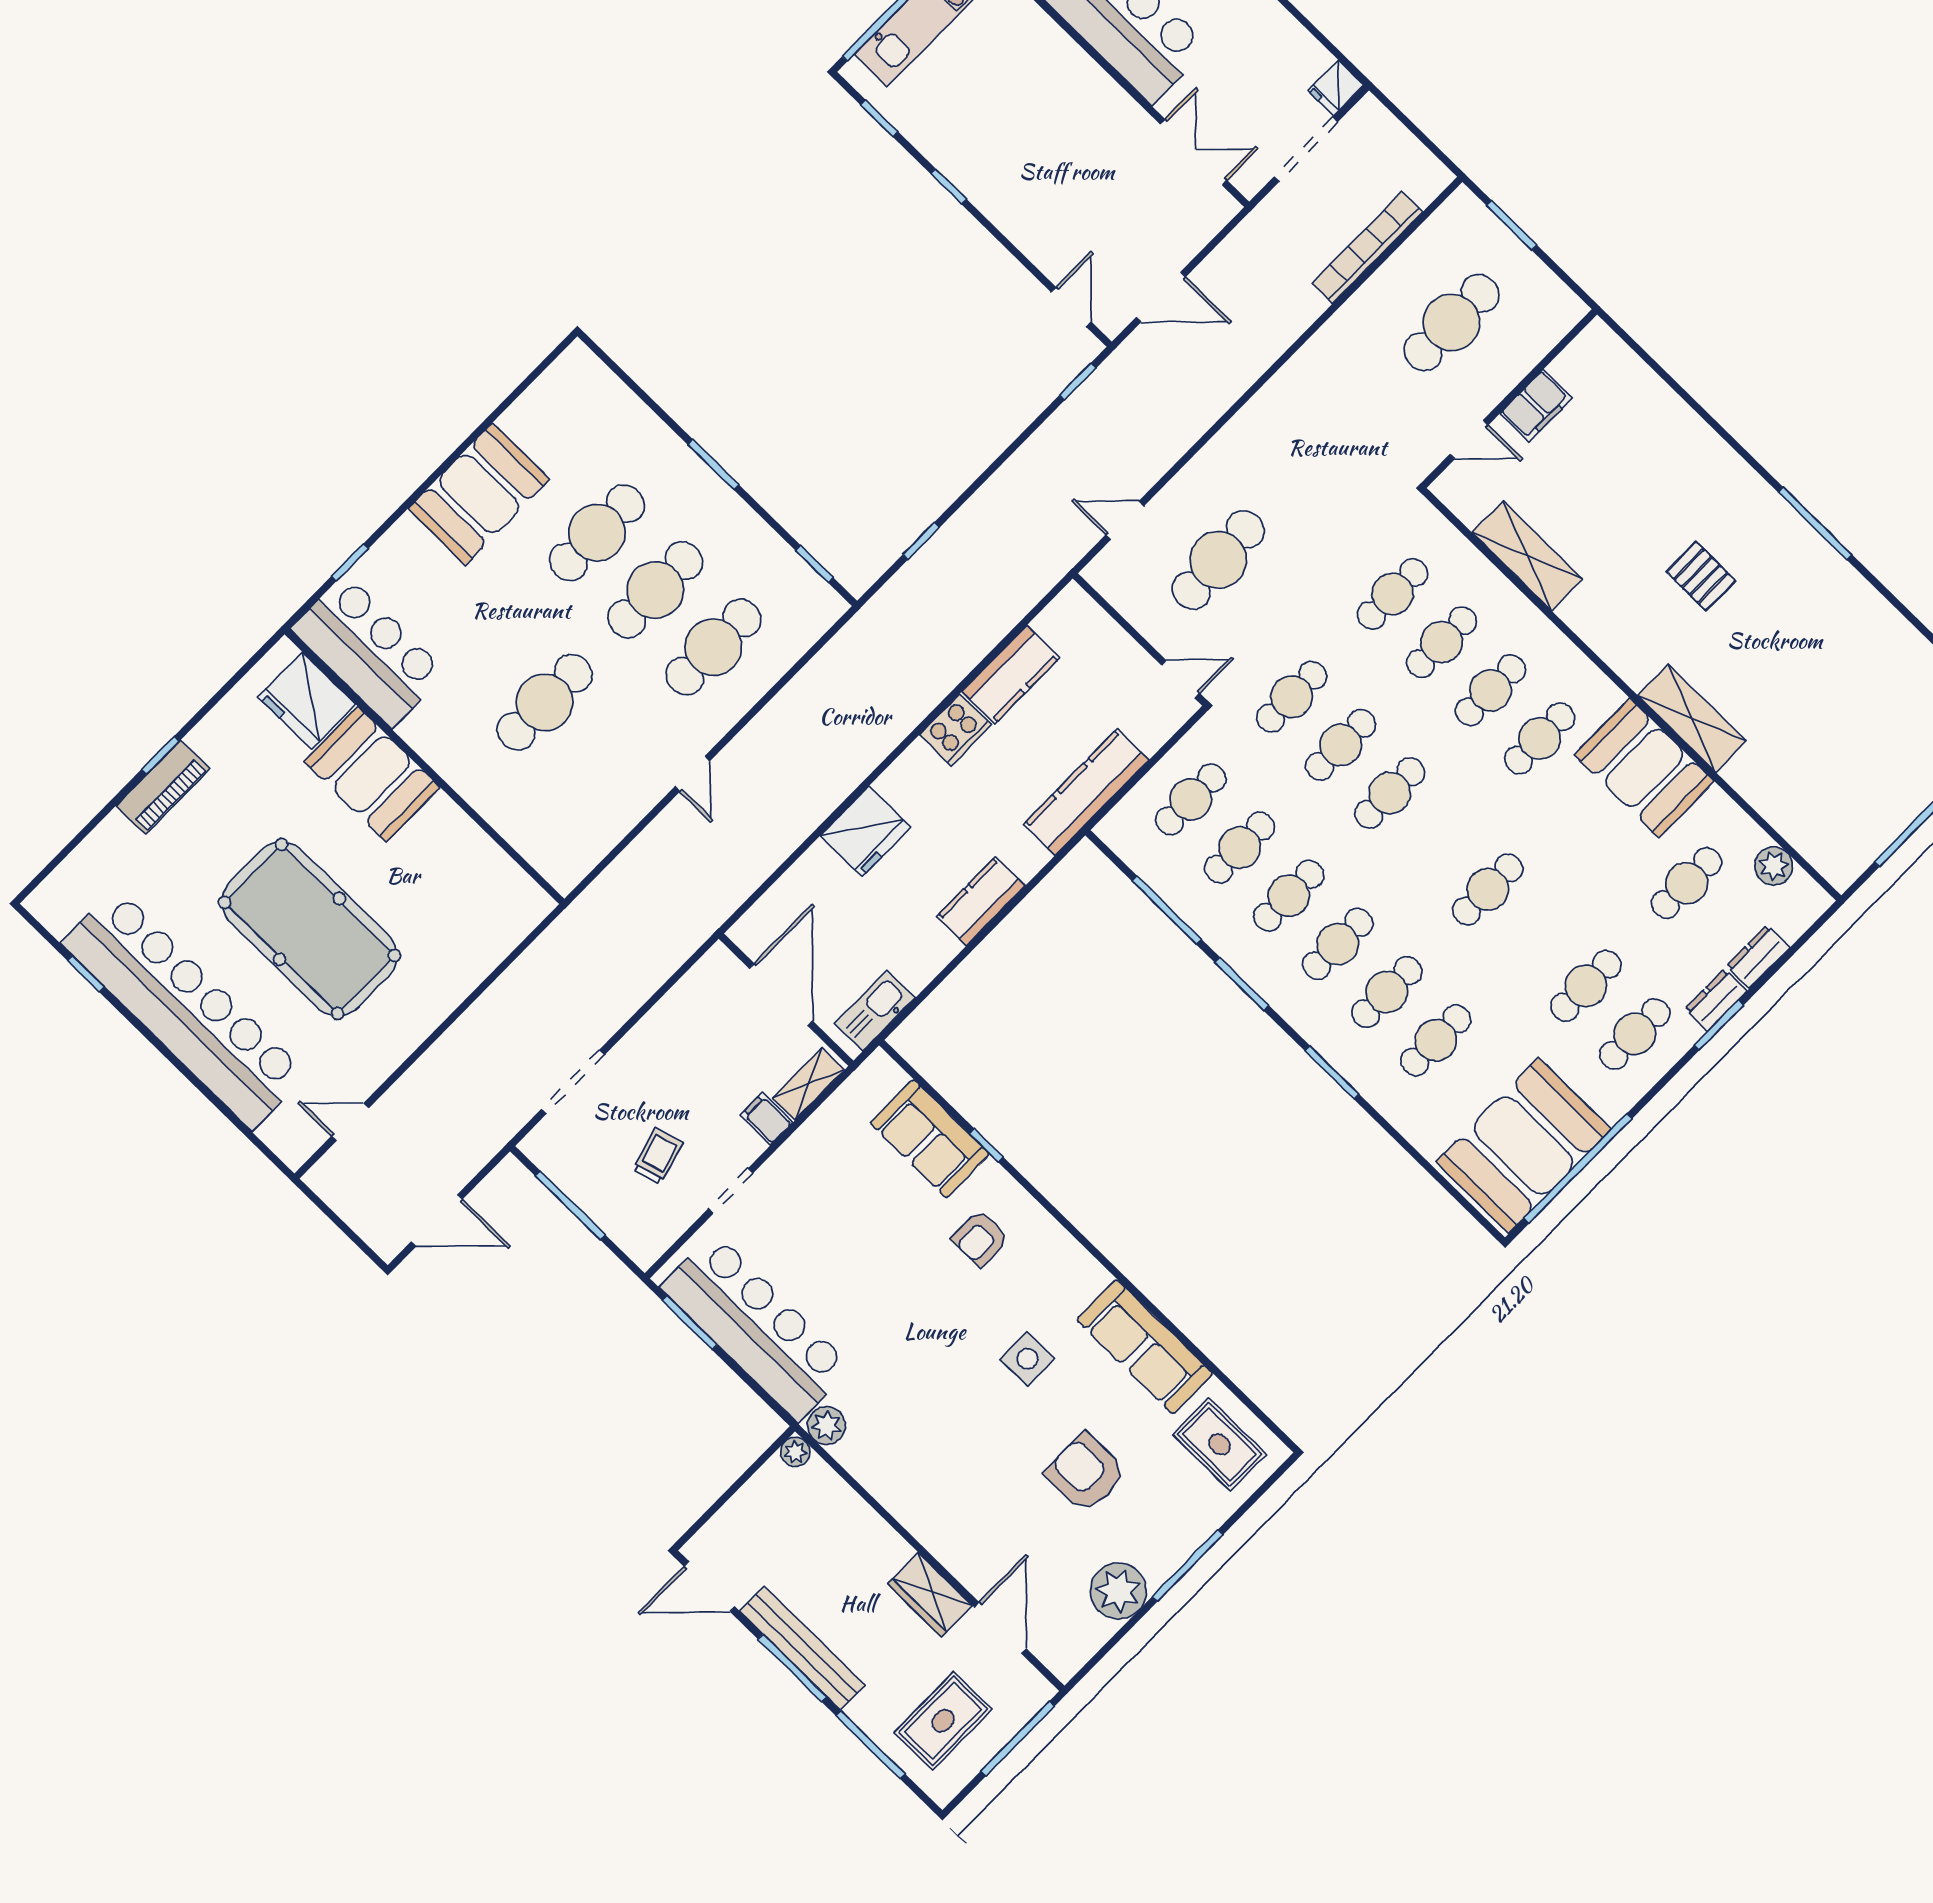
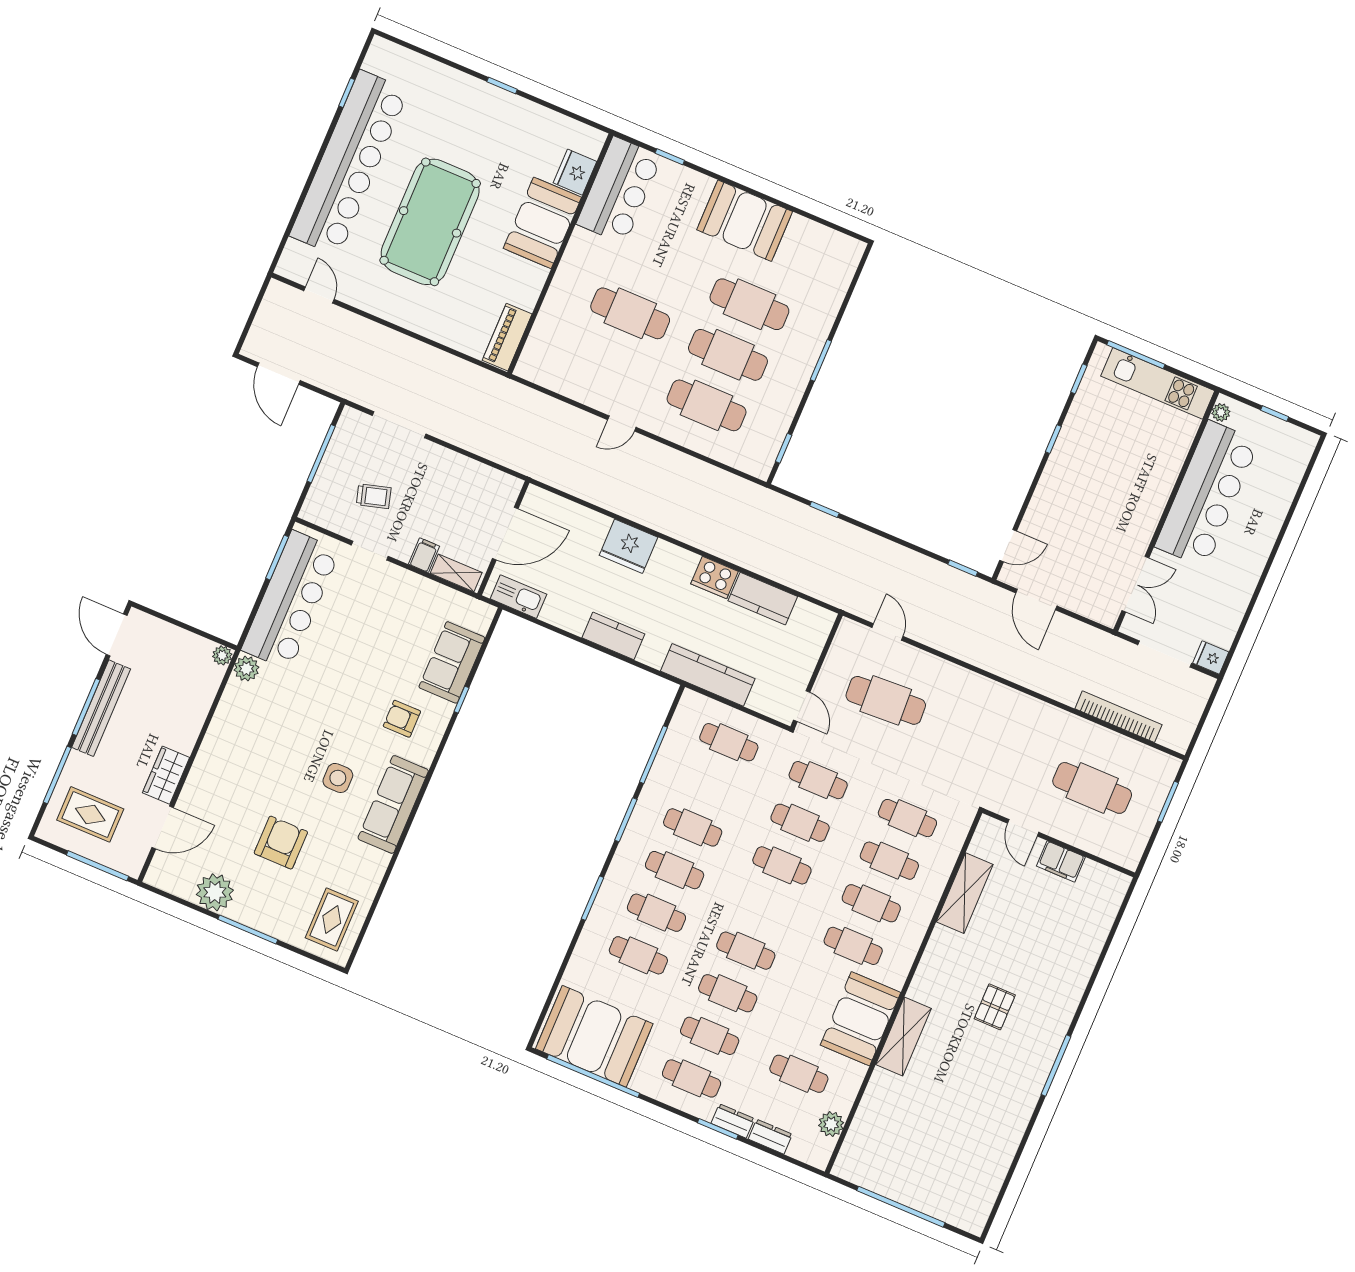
fridge: (307, 701) -> (575, 172), width x0.73, depth x0.75
piano: (163, 787) -> (507, 337), moved, turned 90
cafe table: (1240, 848) -> (728, 993), moved
sofa: (1145, 1347) -> (393, 804), moved

